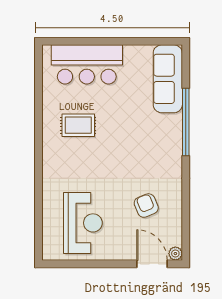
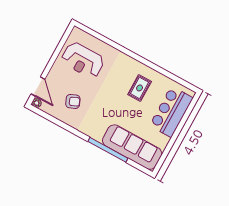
sofa: (168, 79) -> (132, 147), width x1.36, depth x1.27
door: (152, 264) -> (38, 87), hinge flipped

